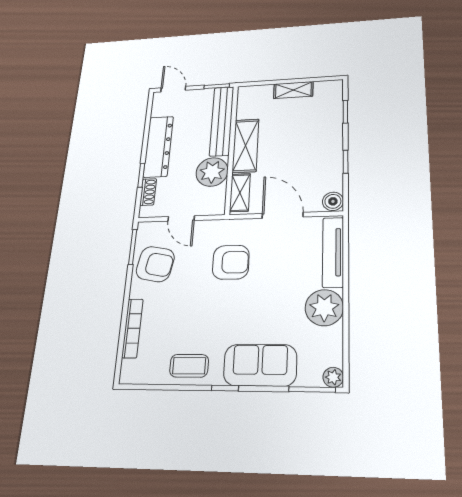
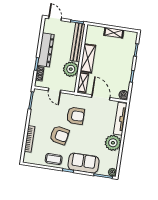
armchair: (155, 264) -> (59, 135), moved

